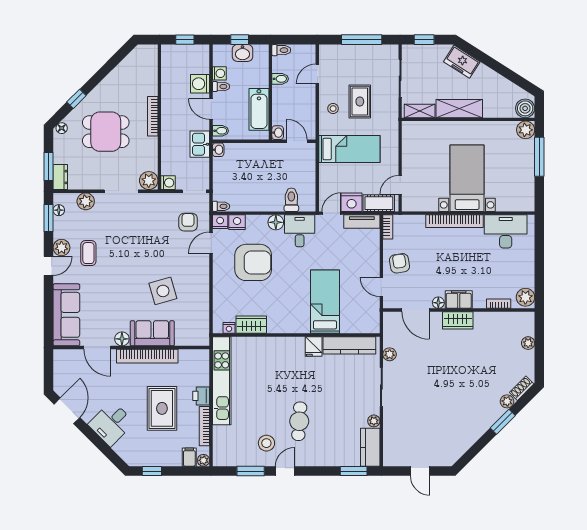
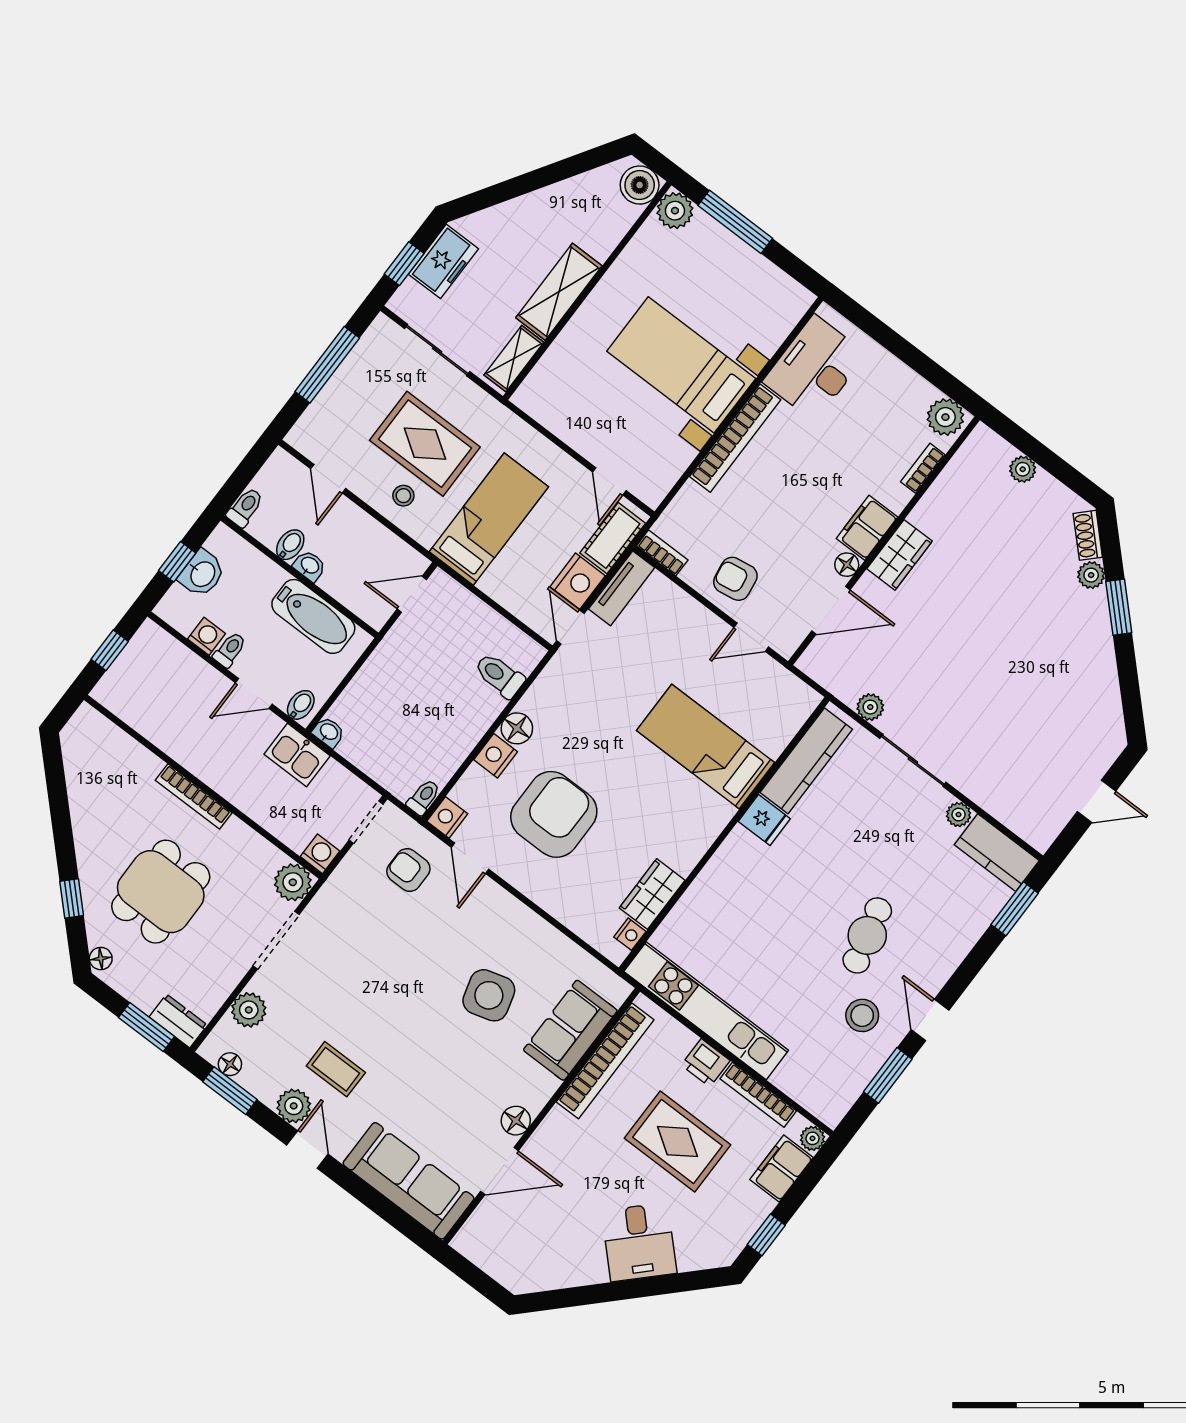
freezer: (462, 62) -> (443, 261), moved, turned -32
washing machine: (200, 84) -> (199, 680), removed
rug: (360, 101) -> (425, 444), width x1.36, depth x1.43
washbasin: (278, 133) -> (310, 566), moved
nightstand: (237, 222) -> (496, 756), moved
desk: (300, 231) -> (560, 700), removed
sofa: (152, 333) -> (570, 1030), moved
bookcase: (147, 356) -> (605, 1061), moved
door: (67, 411) -> (564, 1298), removed
cafe table: (299, 421) -> (867, 935), turned 72
filing cabinet: (189, 457) -> (781, 1168), width x2.00

